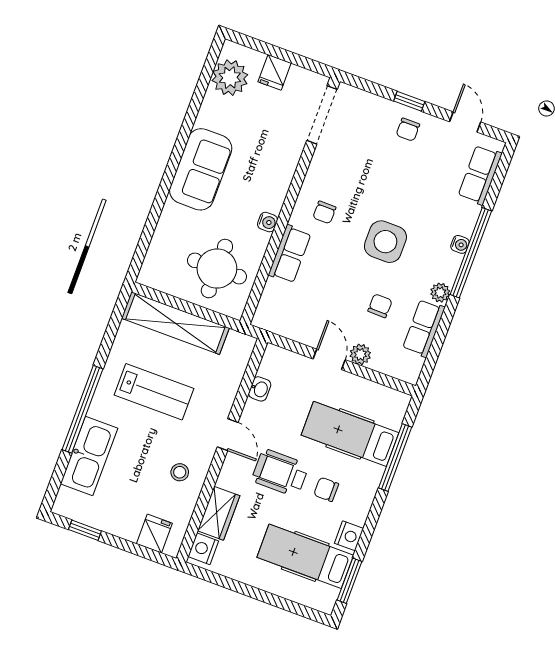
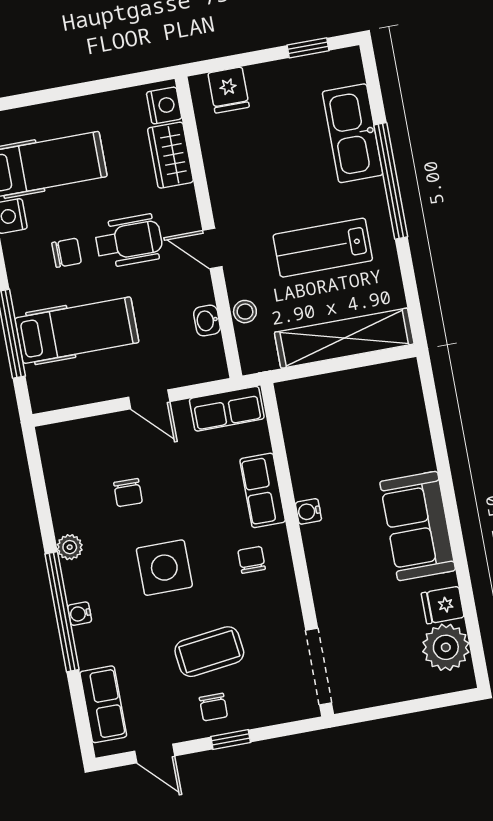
fridge: (275, 72) -> (443, 605), moved, turned -90
chair: (408, 130) -> (213, 707), turned 180
coffee table: (389, 168) -> (209, 652), added
round table: (217, 269) -> (334, 426), removed
row of seats: (424, 328) -> (227, 409), moved, turned 90
plant: (360, 354) -> (118, 426), removed
stool: (180, 472) -> (245, 312), moved

